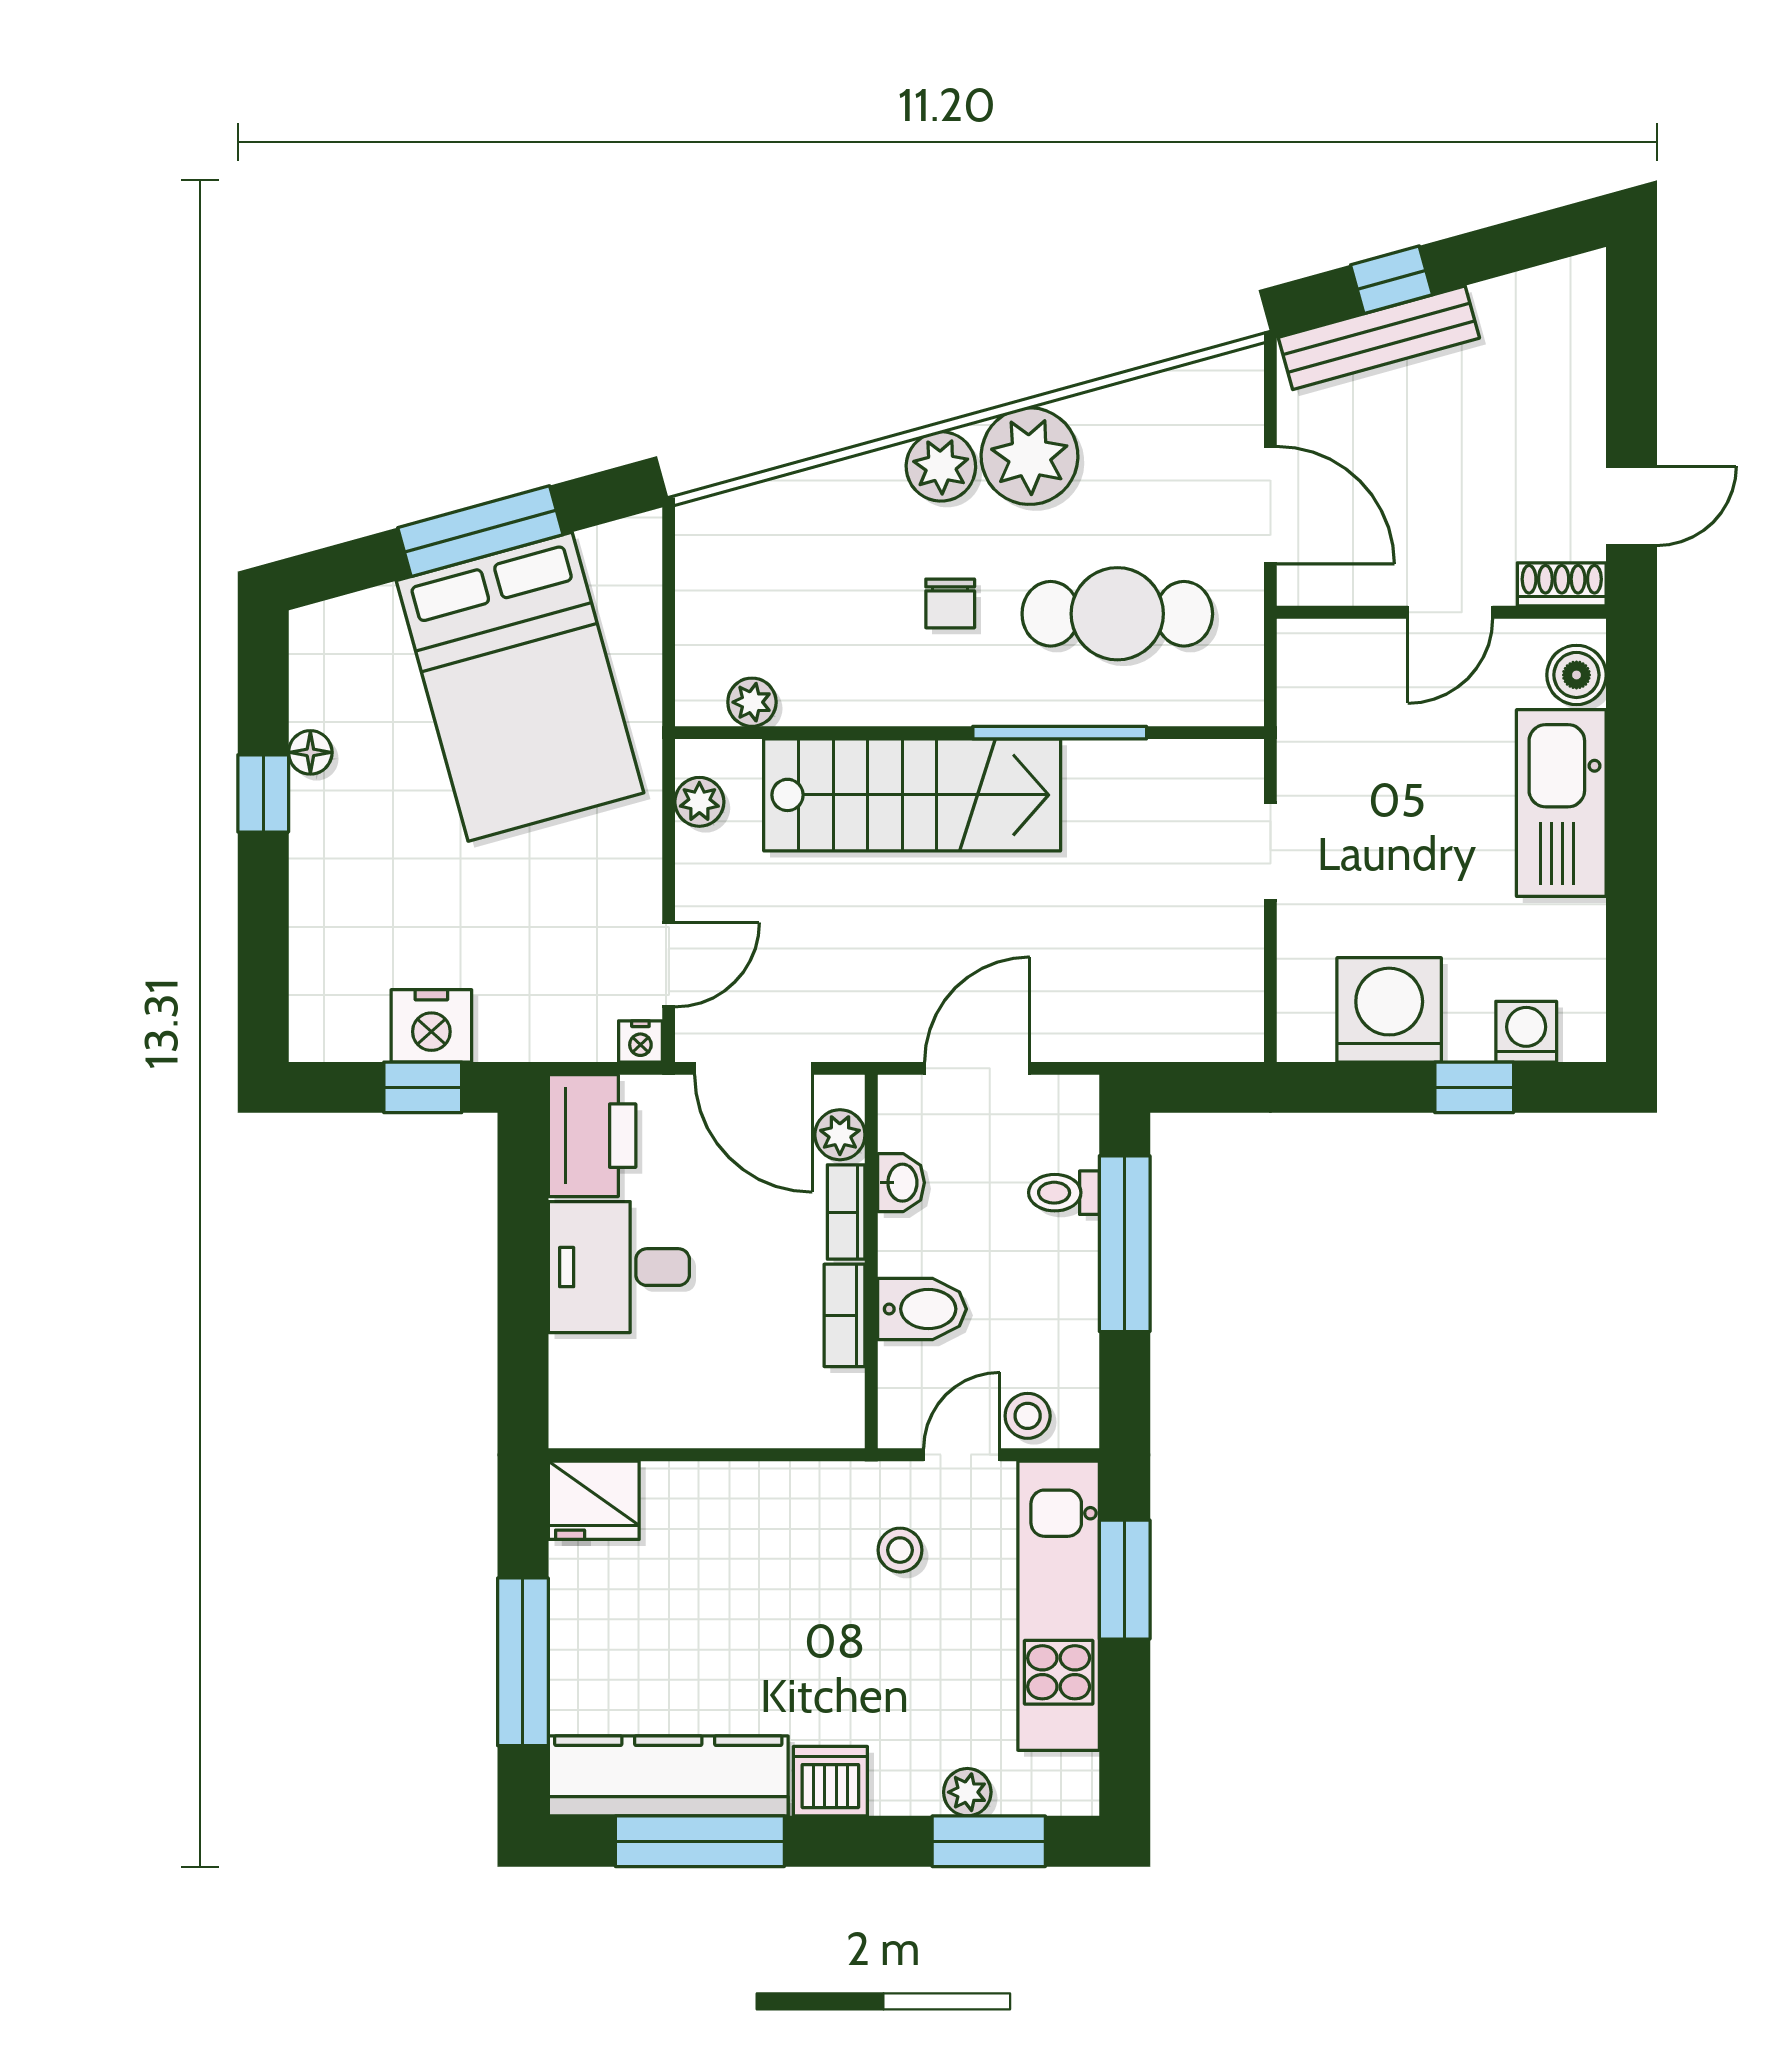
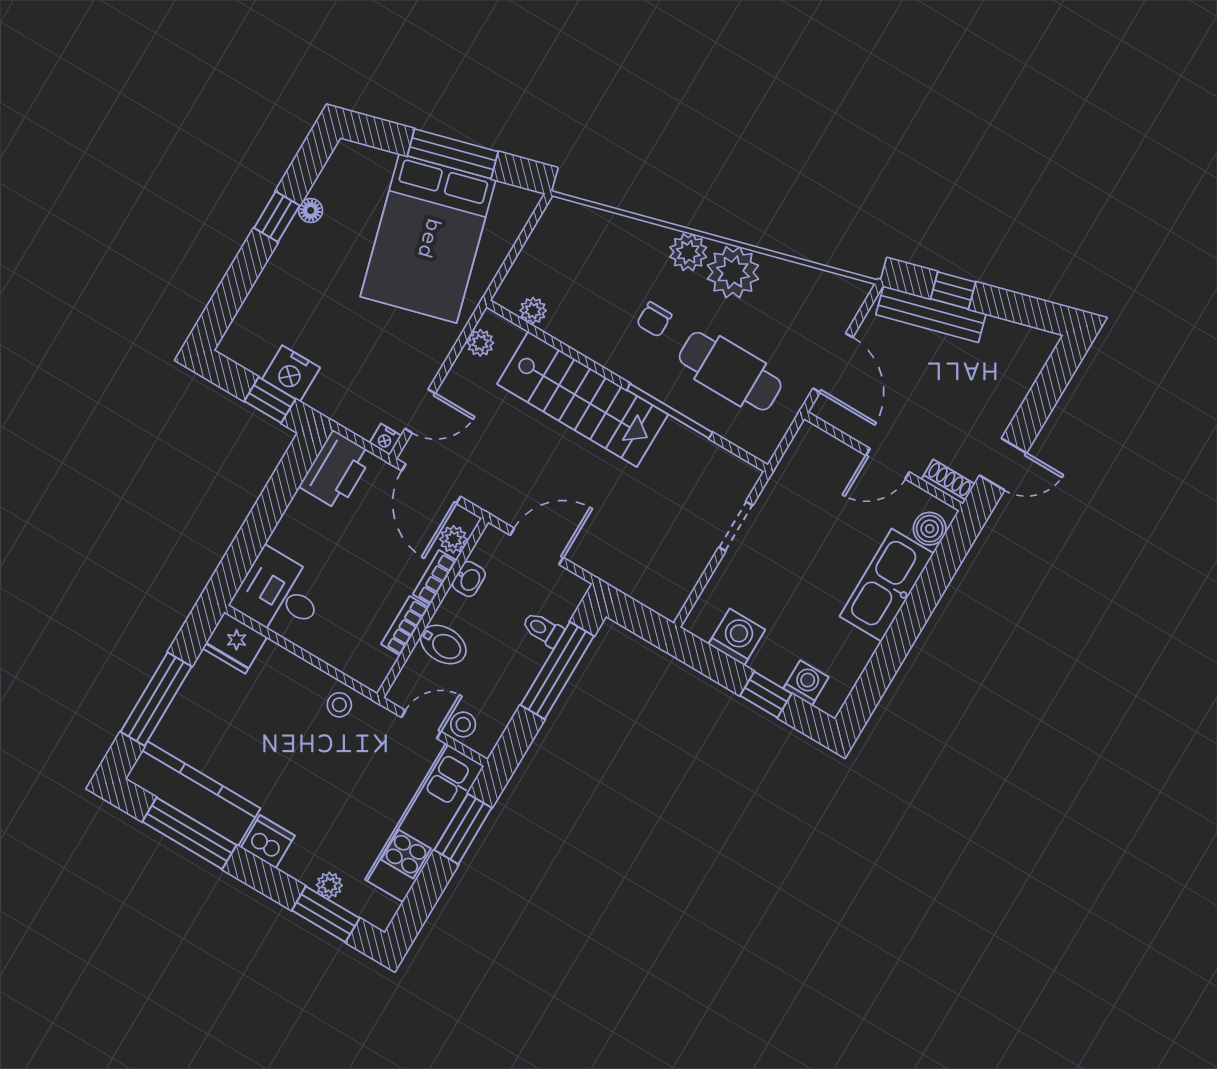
washing machine: (1389, 1010) -> (737, 637), width x0.73, depth x0.73
desk: (619, 1267) -> (279, 594), moved
stool: (900, 1550) -> (339, 705), moved

